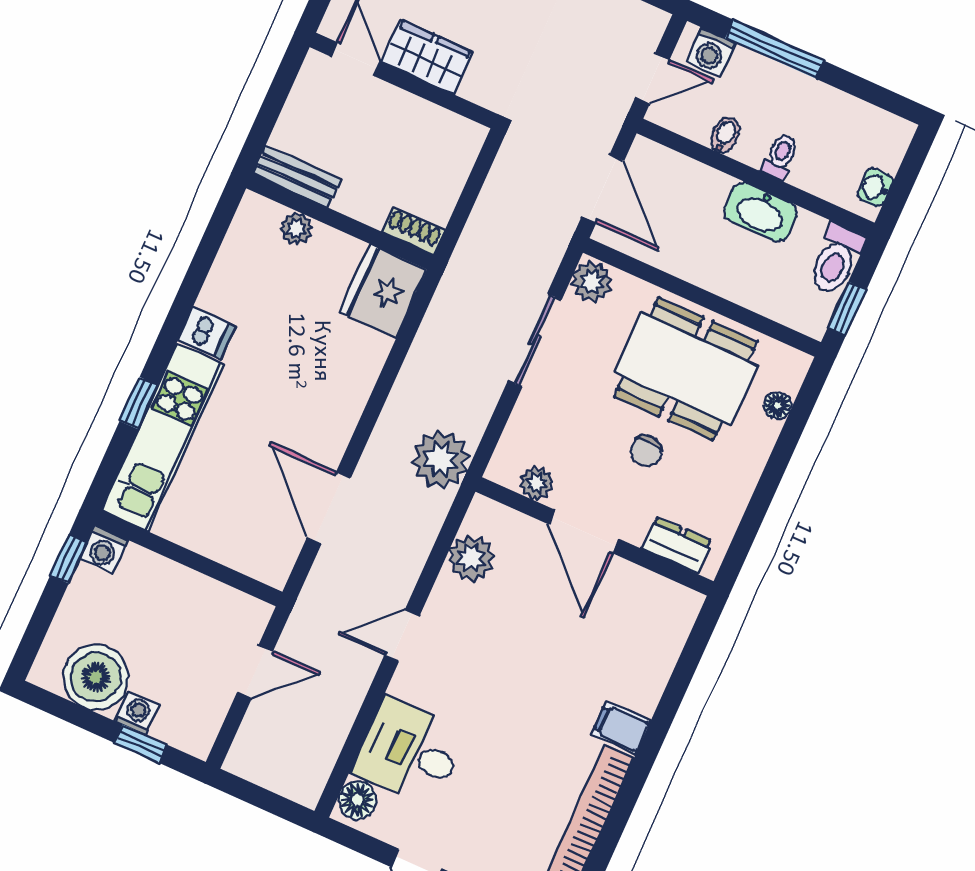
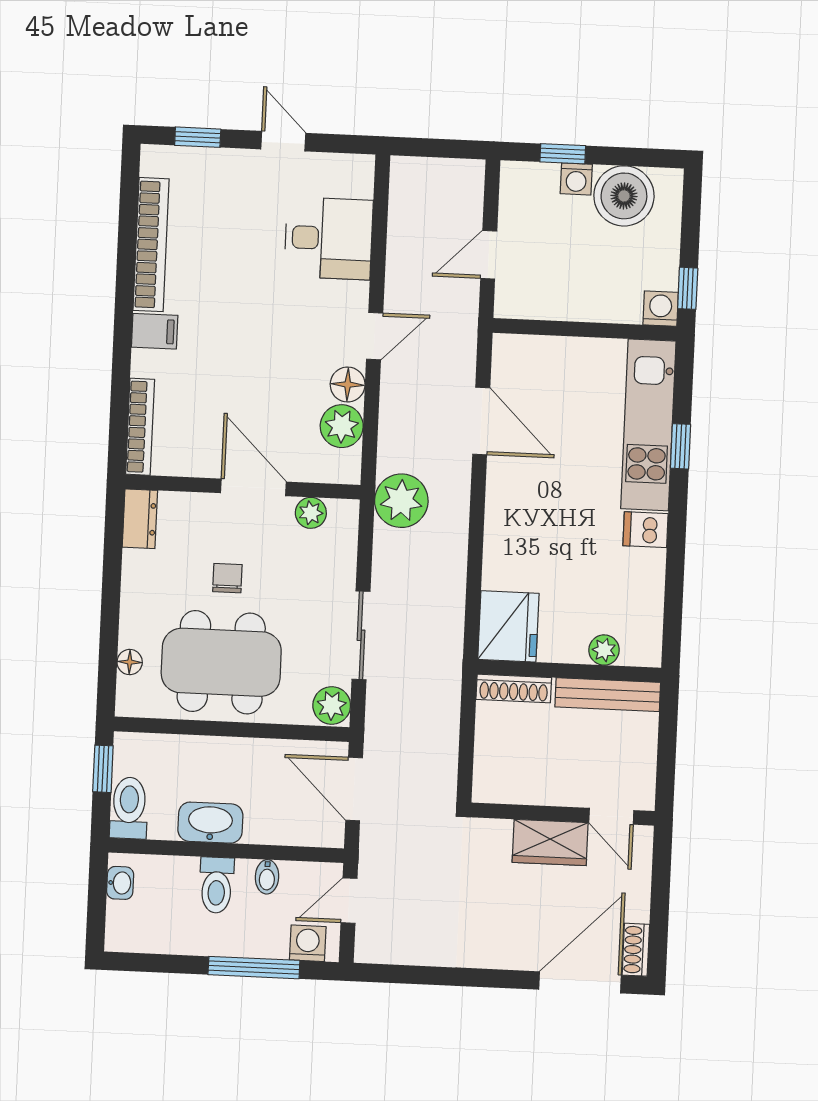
toilet: (780, 157) -> (217, 885), width x1.37, depth x1.39
bench: (297, 176) -> (608, 695), width x1.36
shoe rack: (414, 231) -> (514, 688), width x1.43
dresser: (677, 545) -> (140, 519), moved, turned -90
bookcase: (674, 638) -> (140, 427), added
floor lamp: (357, 800) -> (348, 384), moved

